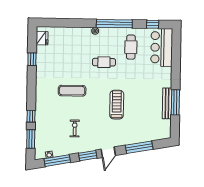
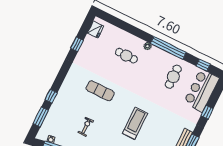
cafe table: (104, 62) -> (126, 56), moved
window: (176, 64) -> (207, 112), added

